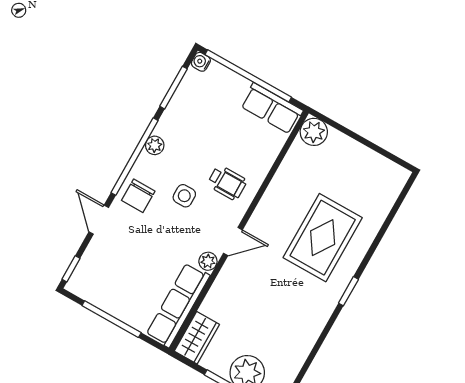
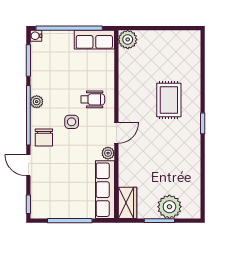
rug: (323, 238) -> (169, 100), width x0.73, depth x0.70

